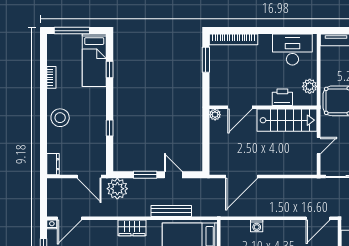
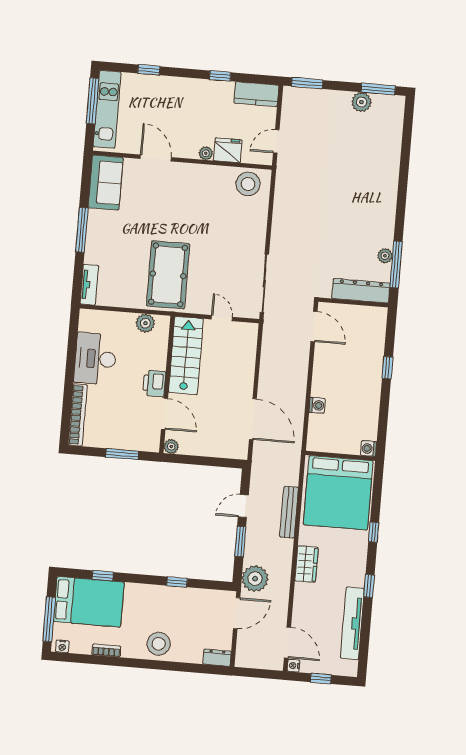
nightstand: (52, 43) -> (62, 646), added
desk: (292, 50) -> (95, 359), moved
bed: (94, 60) -> (89, 602), width x1.50
window: (206, 60) -> (122, 454), moved
printer: (282, 97) -> (154, 383), moved

